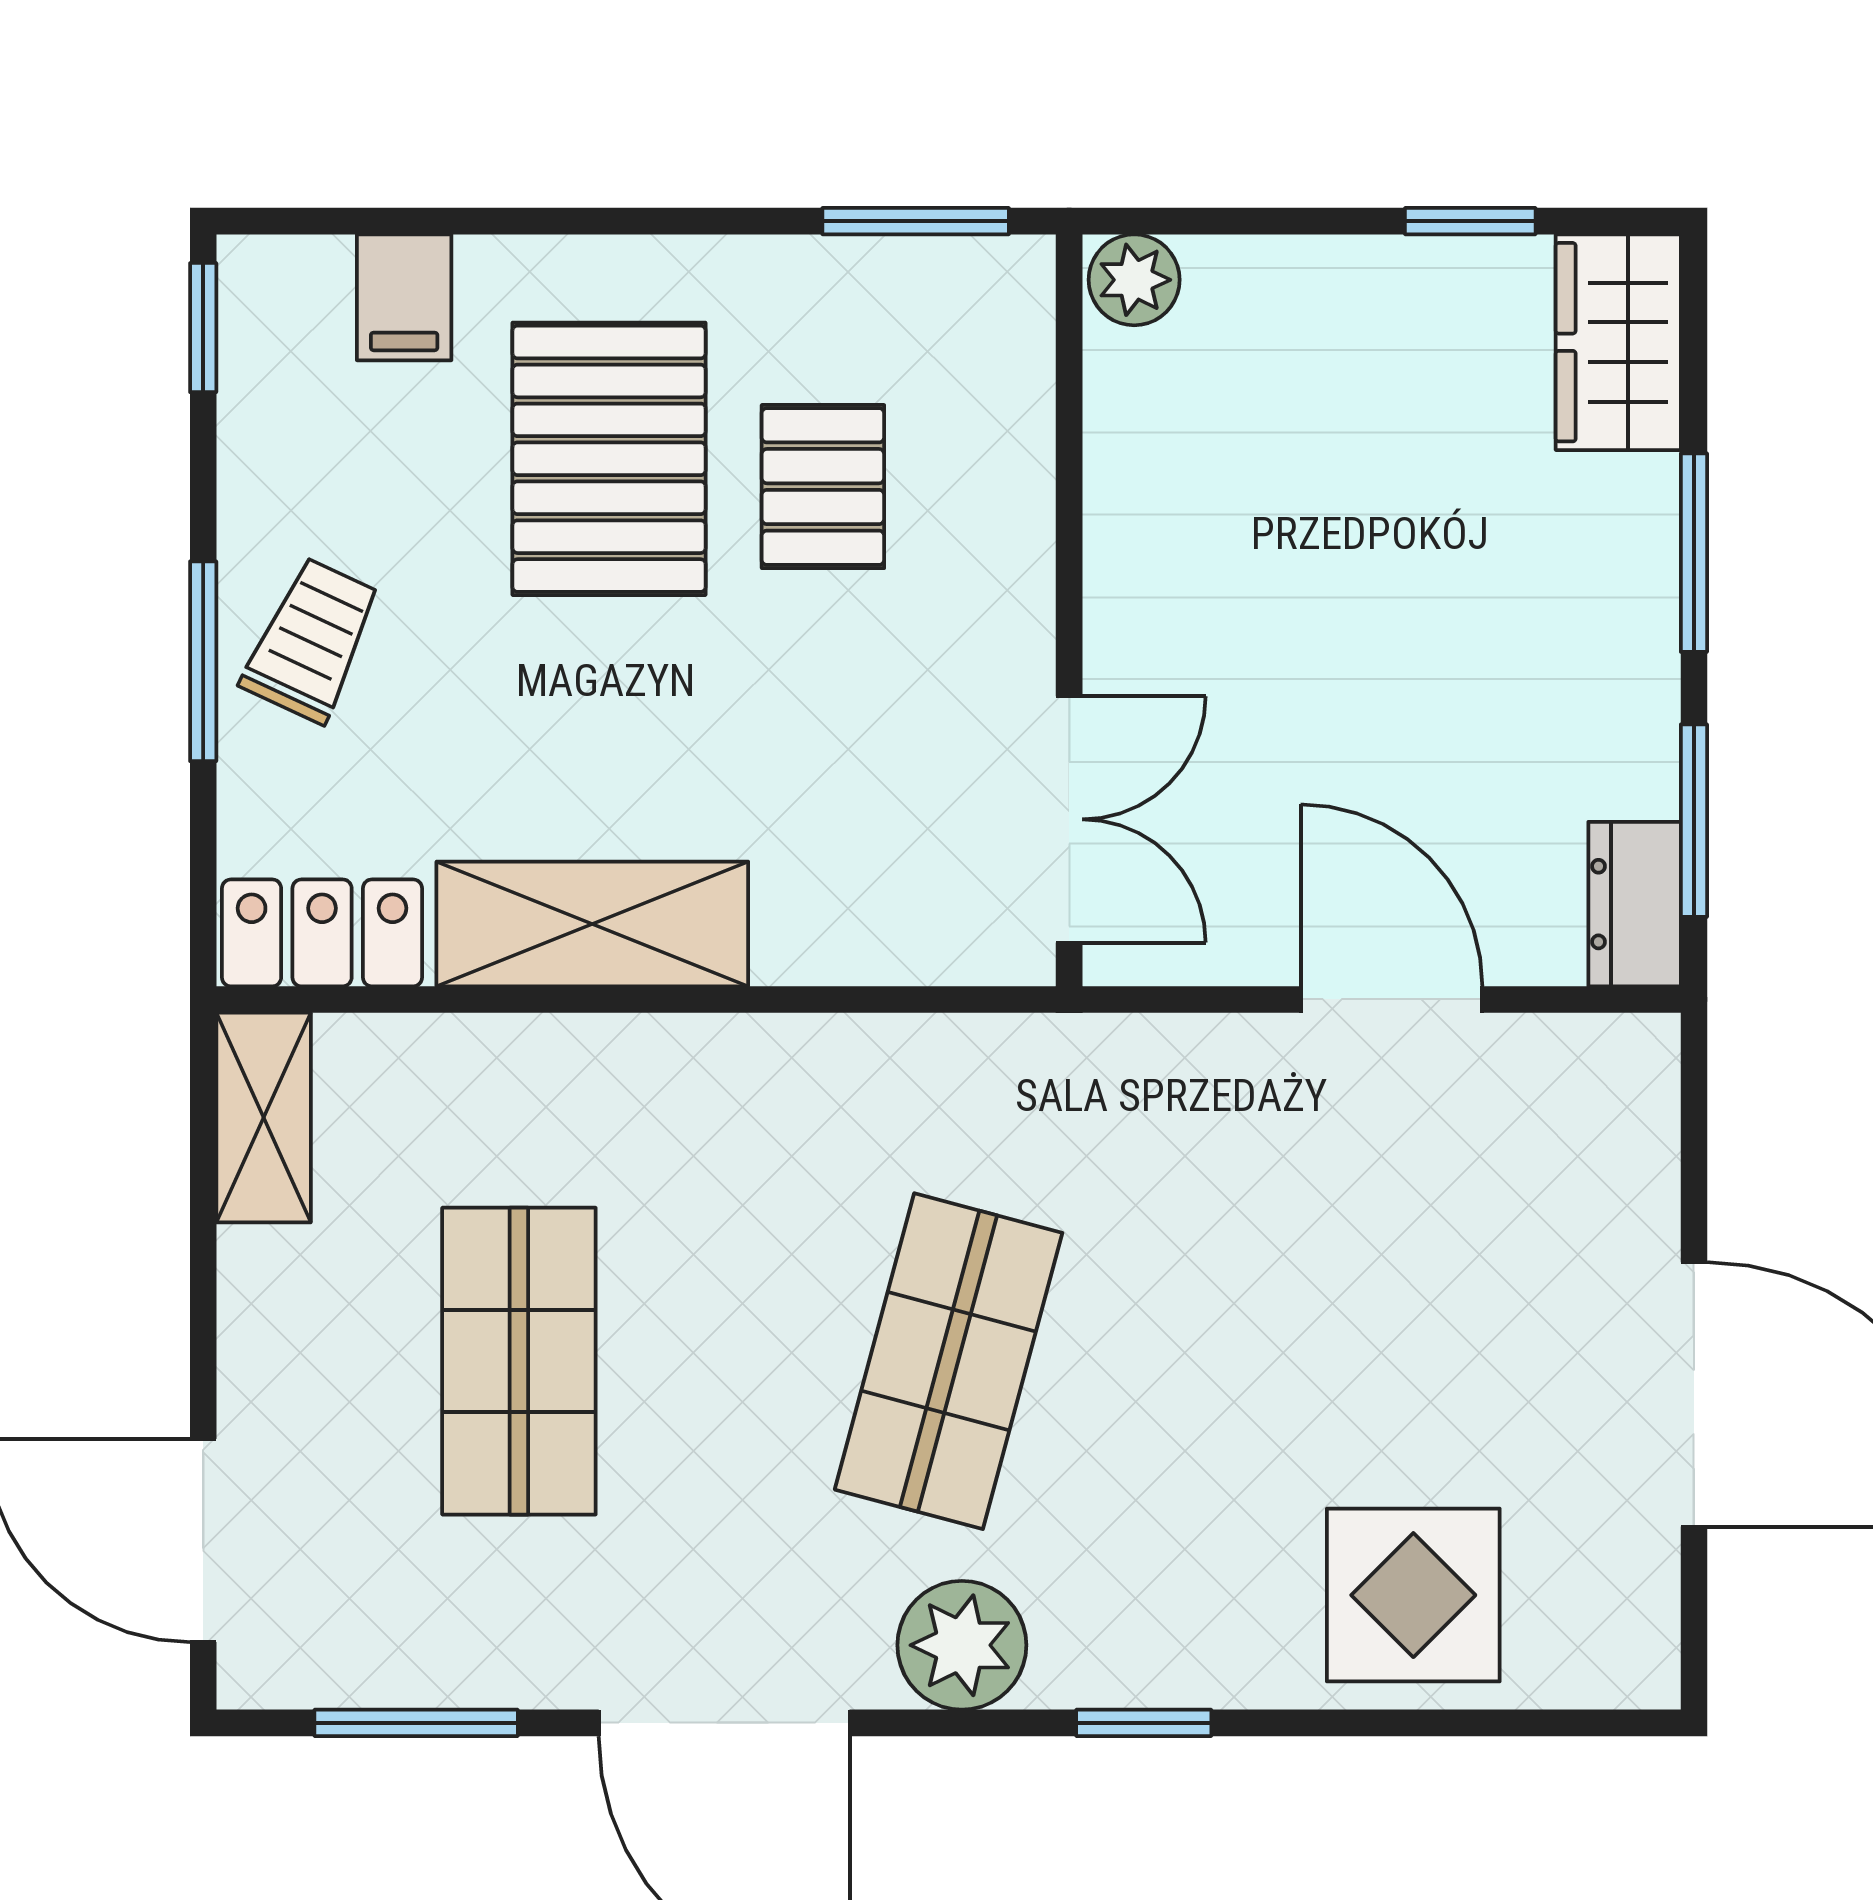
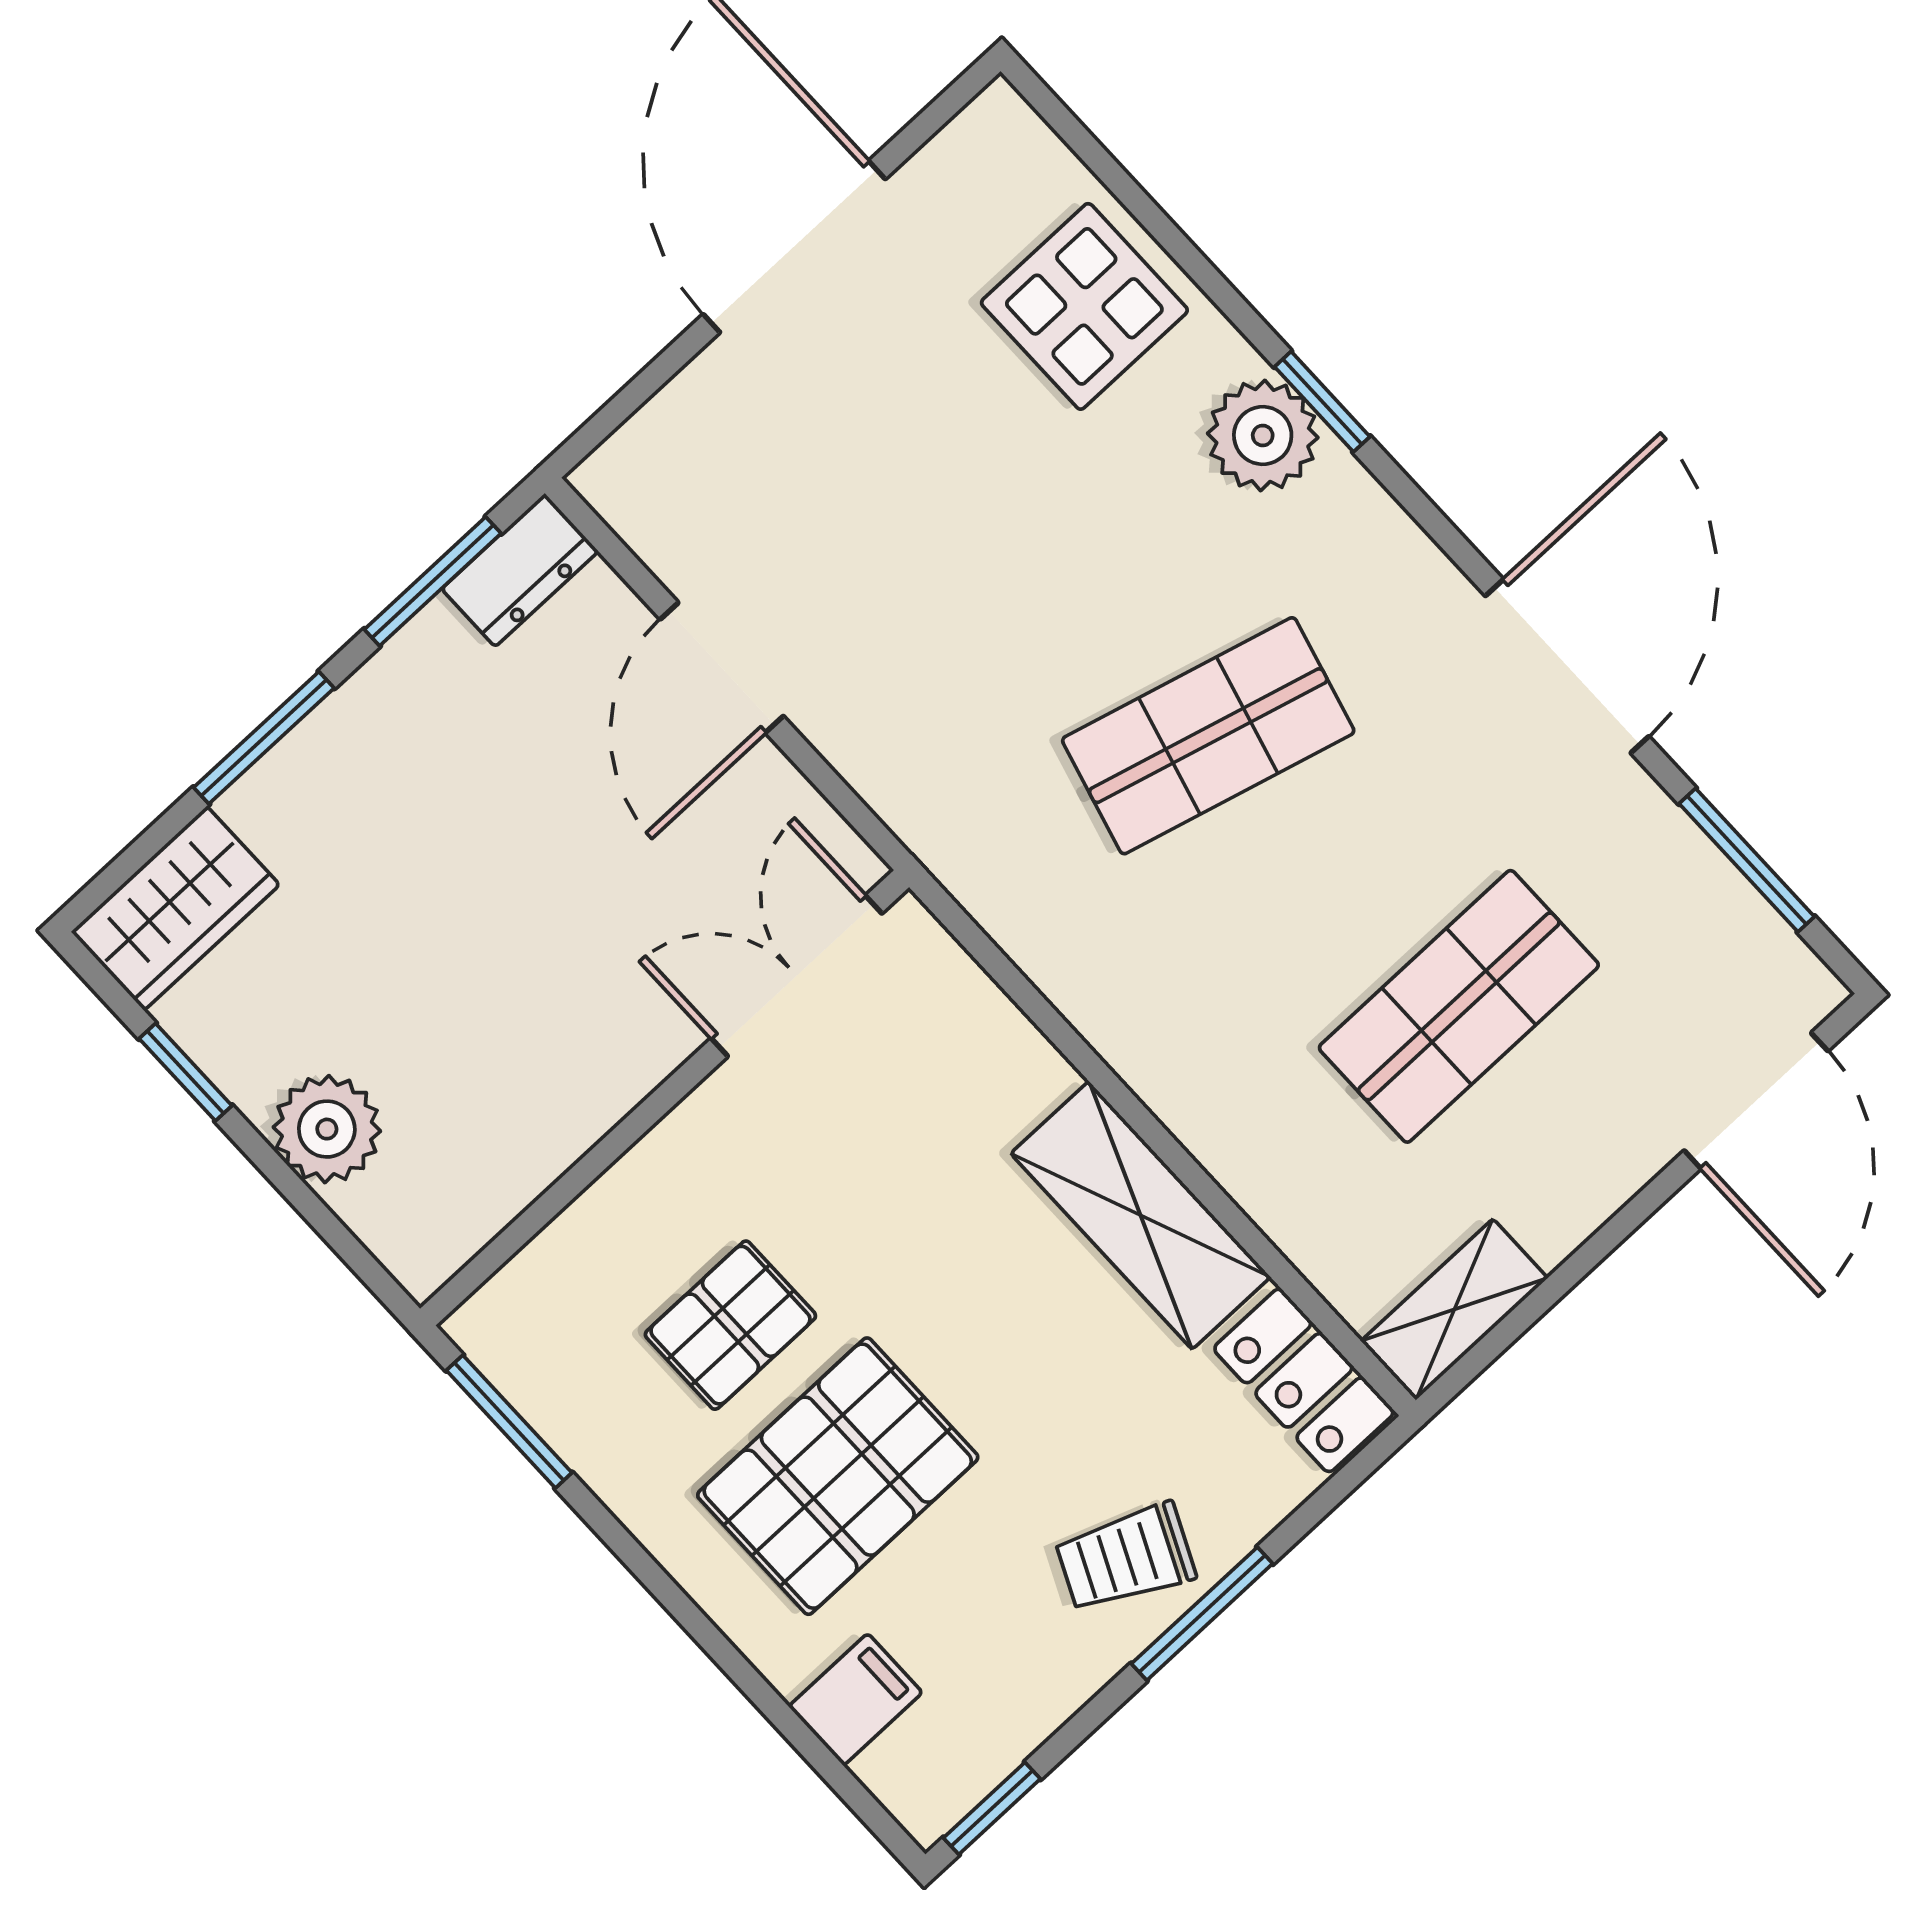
plant: (1134, 280) -> (327, 1129), moved, width x1.38, depth x1.38
plant: (962, 1645) -> (1263, 435), moved

